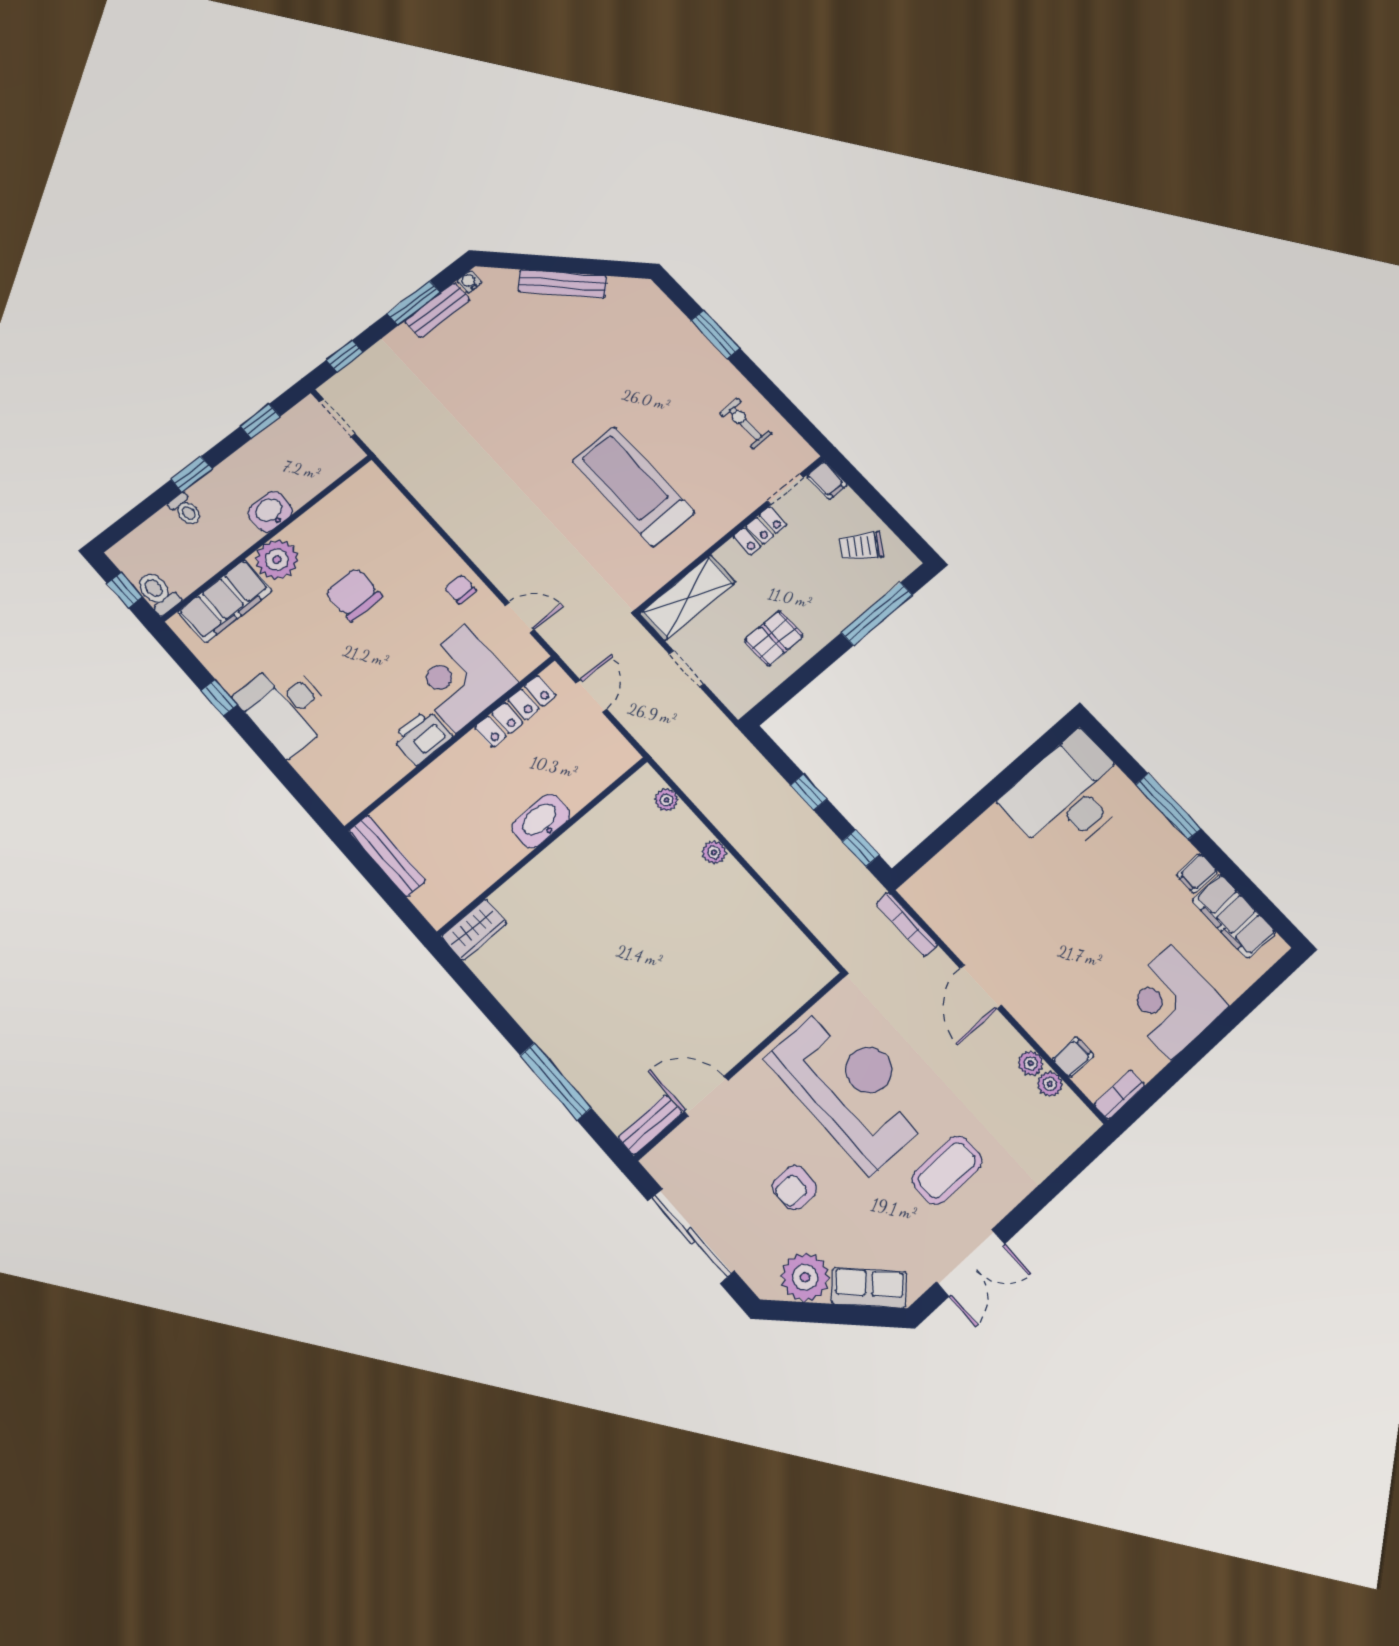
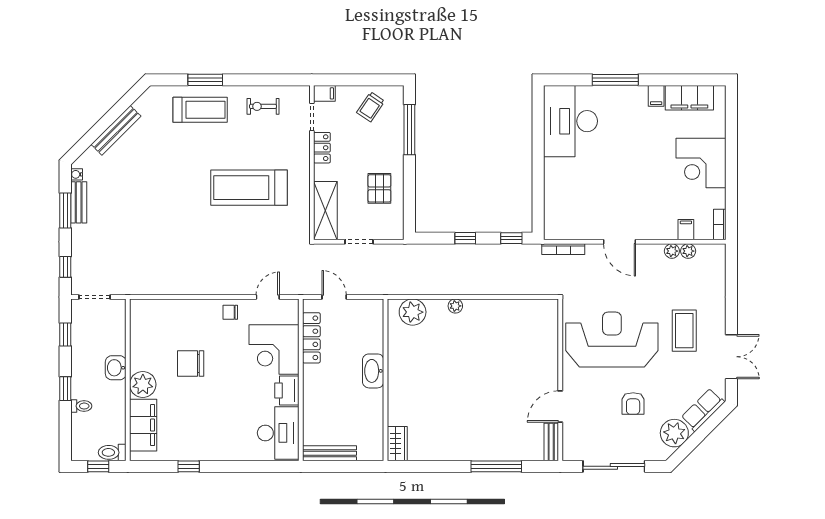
treadmill: (675, 357) -> (200, 110), added
desk: (286, 707) -> (278, 433), moved, turned -90
plant: (666, 800) -> (413, 312), width x1.88, depth x1.88

